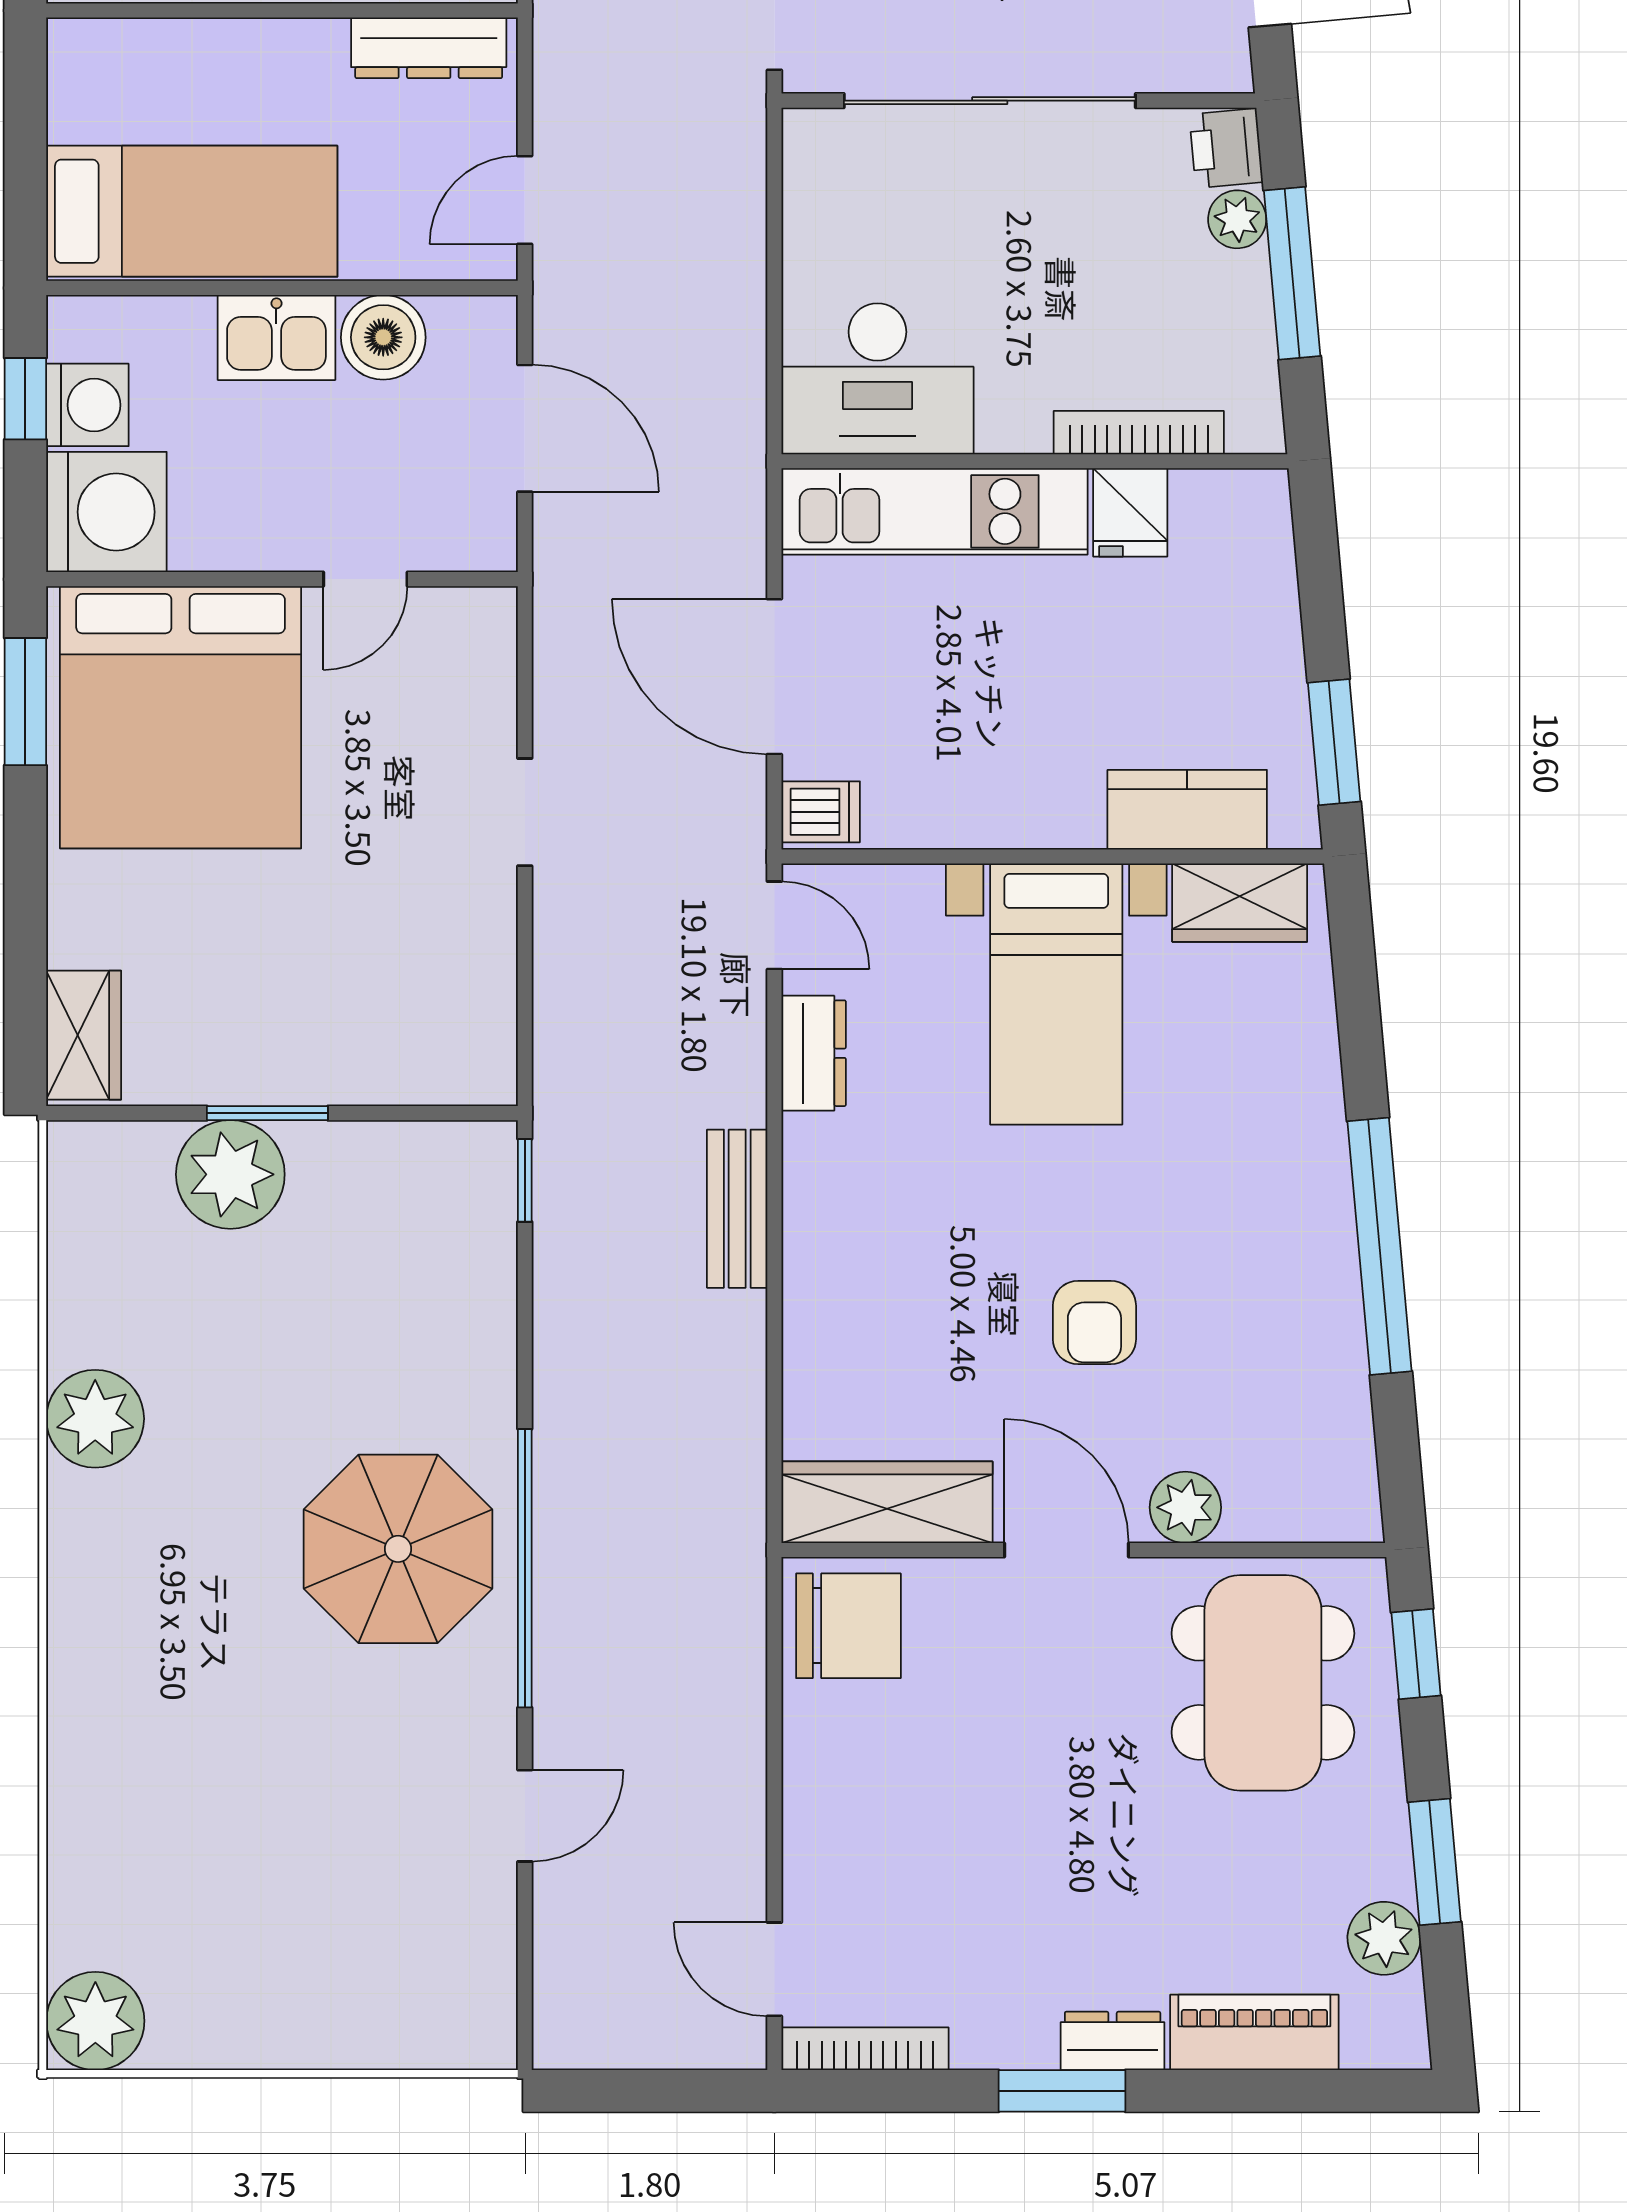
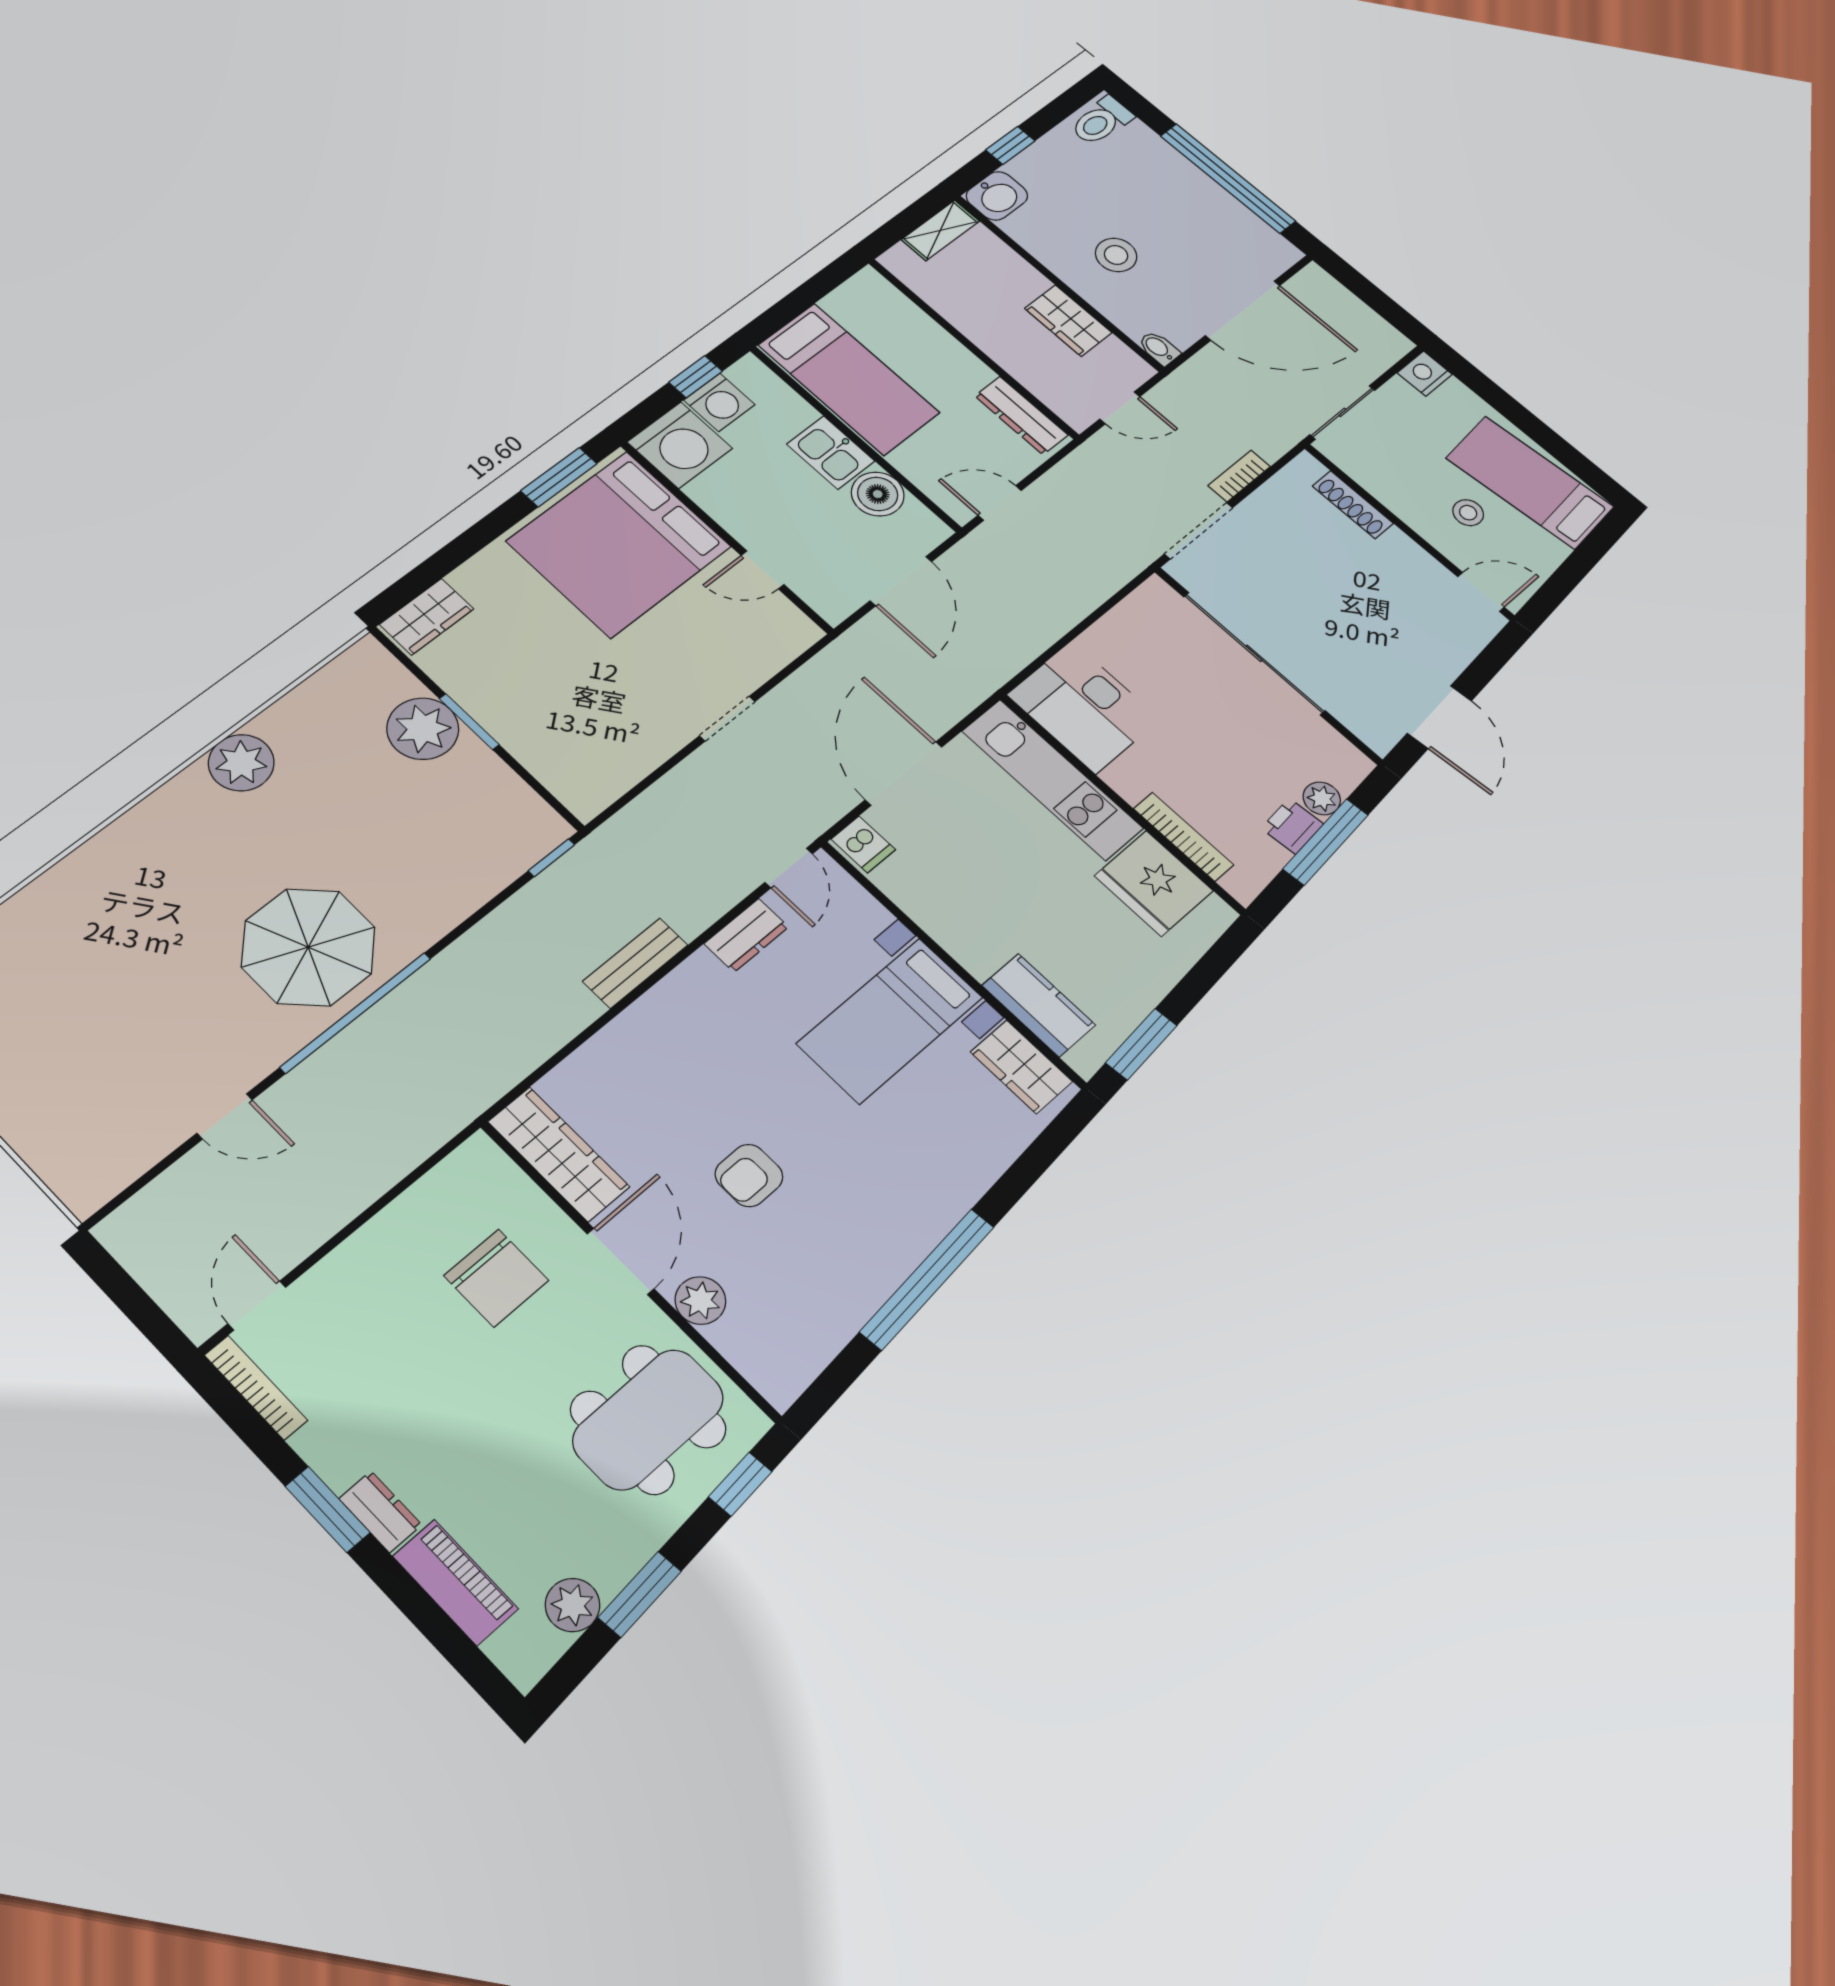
printer: (1226, 148) -> (1292, 826), moved
fridge: (1130, 512) -> (1154, 883), width x1.88, depth x1.34
chair: (848, 1626) -> (496, 1278), moved

